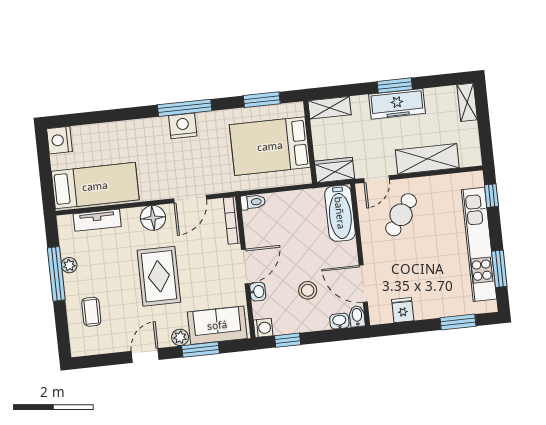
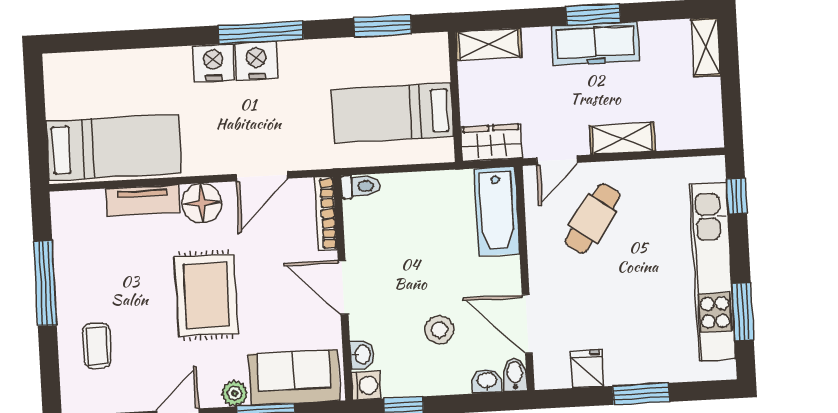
nightstand: (60, 140) -> (213, 63), moved, turned 90
bed: (270, 146) -> (392, 113), width x0.67
shelving: (427, 159) -> (622, 138), width x0.67, depth x0.75
tv unit: (97, 220) -> (143, 200), moved
plant: (69, 265) -> (66, 271), removed
door: (245, 266) -> (343, 287), swing flipped
washbasin: (258, 292) -> (362, 354), moved
window: (458, 322) -> (641, 394), moved

